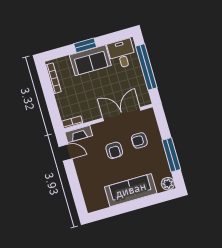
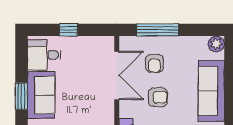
window: (146, 67) -> (68, 30), width x0.32
double door: (122, 114) -> (117, 76), swing flipped
window: (171, 155) -> (158, 30), moved

